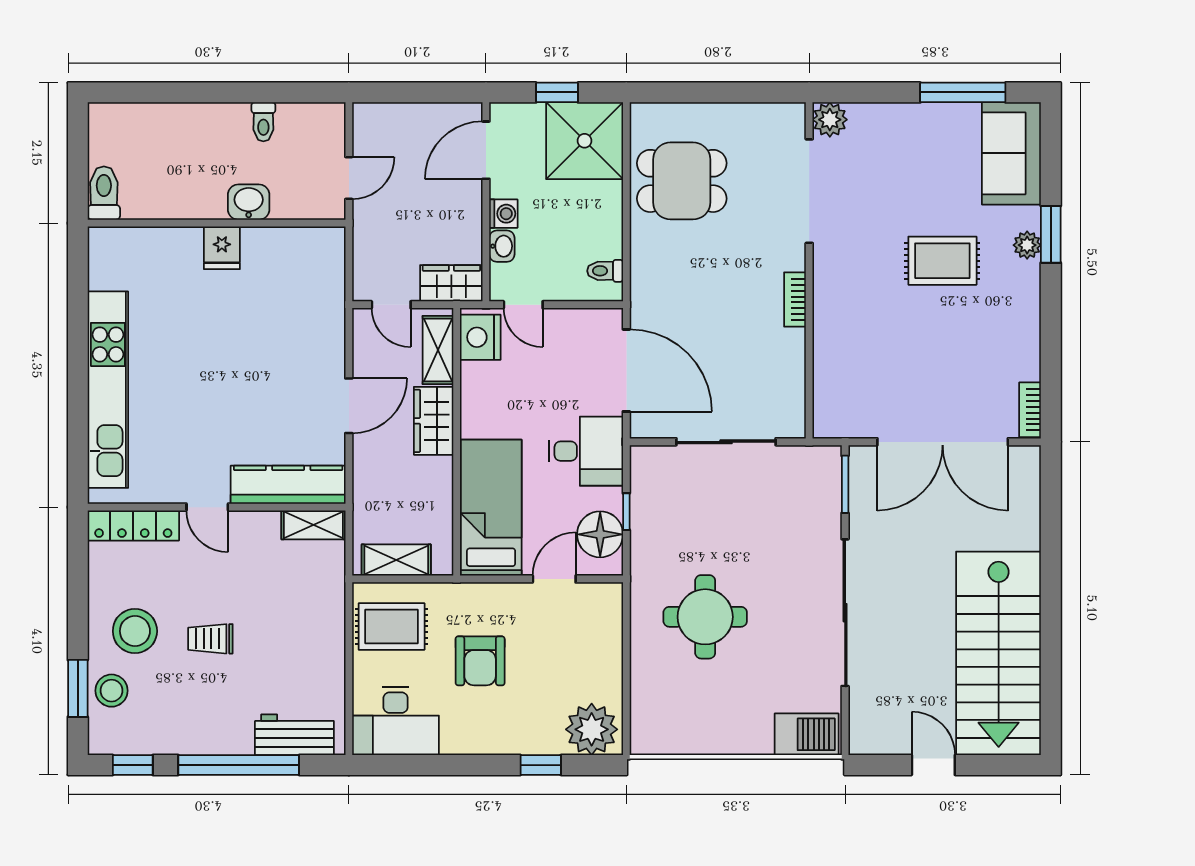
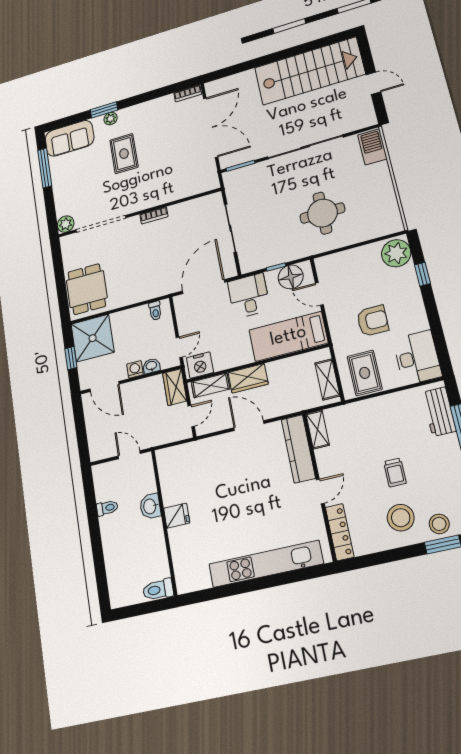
dining table: (682, 181) -> (87, 289), moved
door: (933, 765) -> (373, 83), swing flipped

